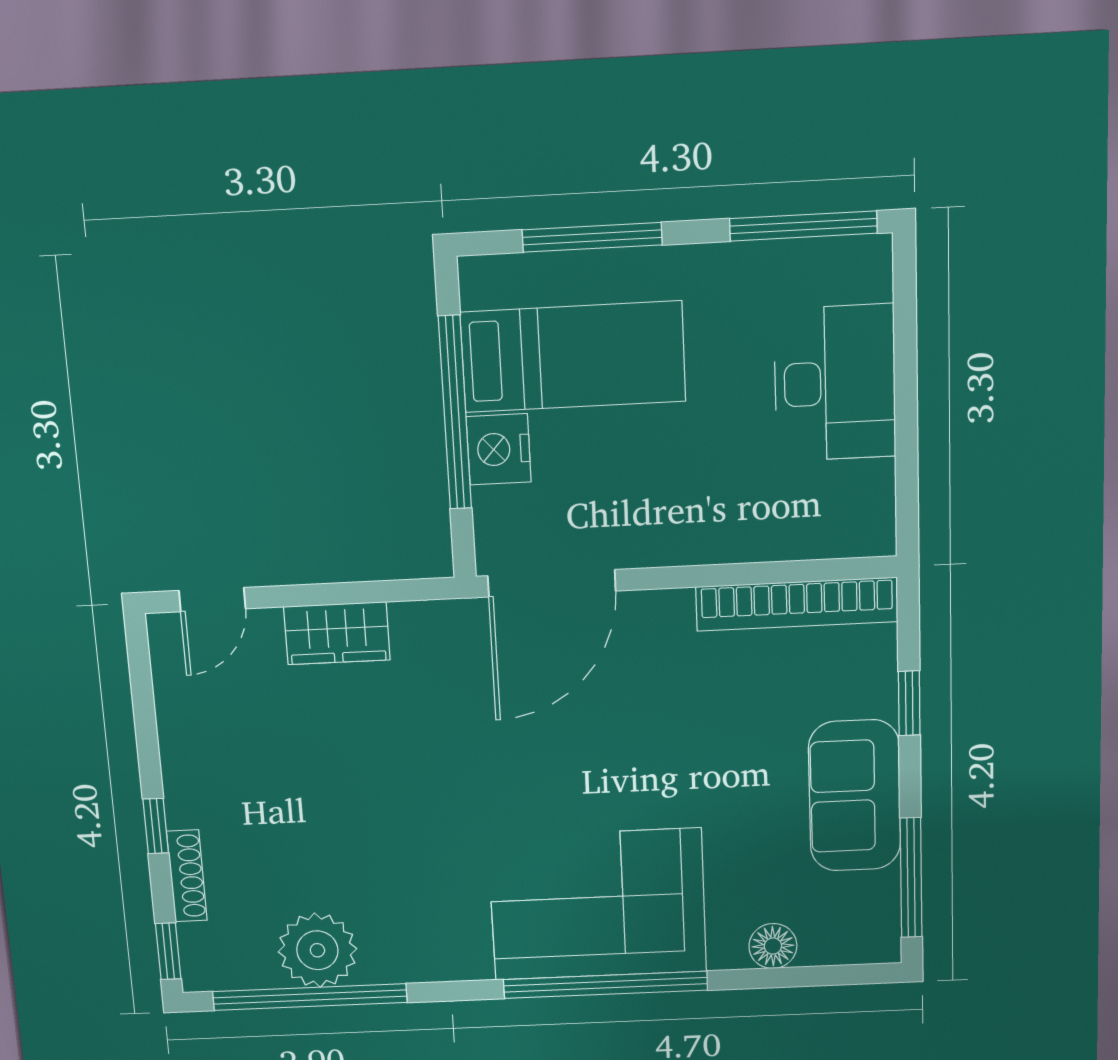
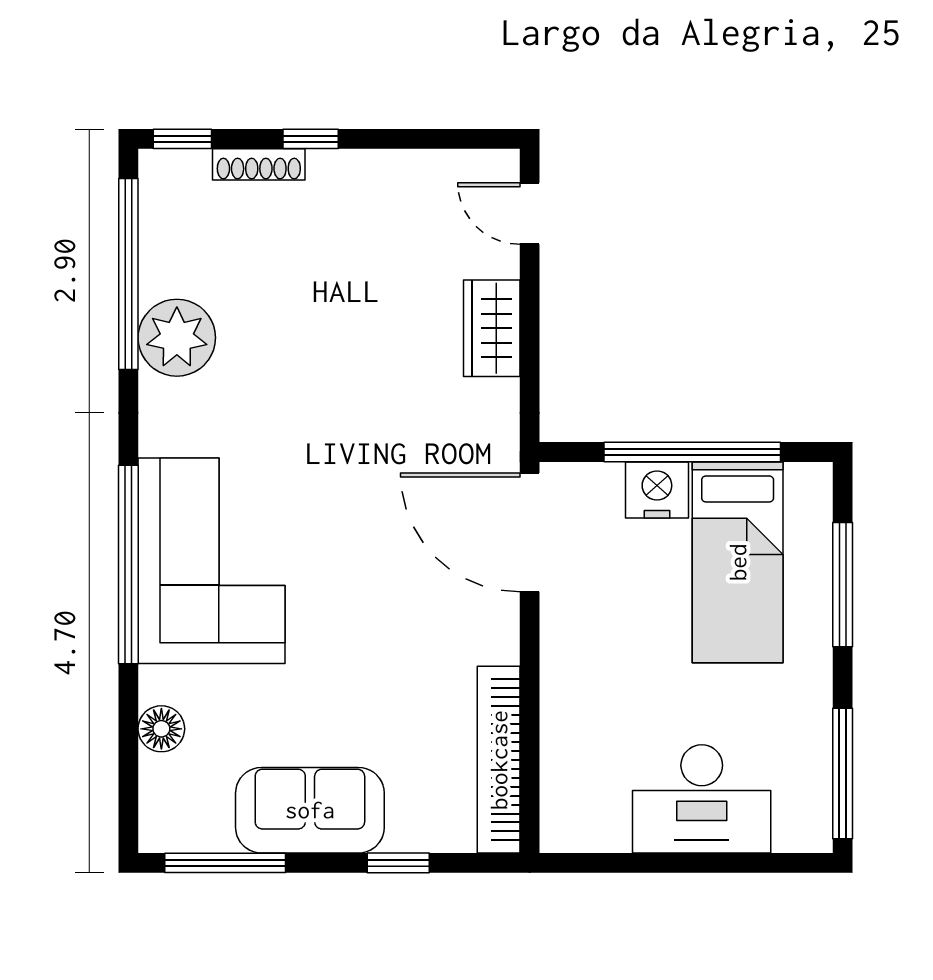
plant: (317, 950) -> (177, 338), moved

